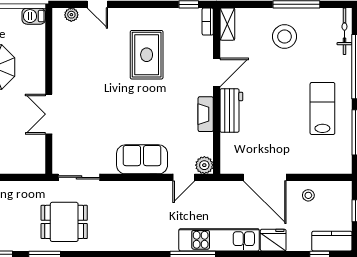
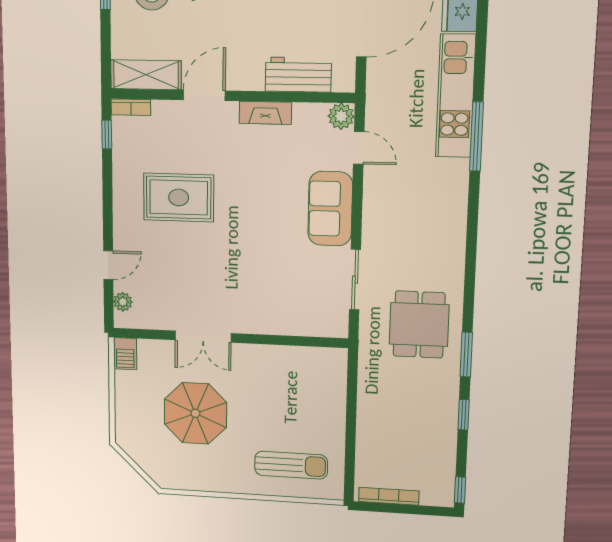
shelving: (227, 24) -> (146, 75), width x1.50, depth x1.33
door: (217, 72) -> (204, 95), hinge flipped
workbench: (231, 110) -> (298, 75), moved
double door: (49, 114) -> (203, 337), moved
sliding door: (79, 177) -> (355, 280), moved

